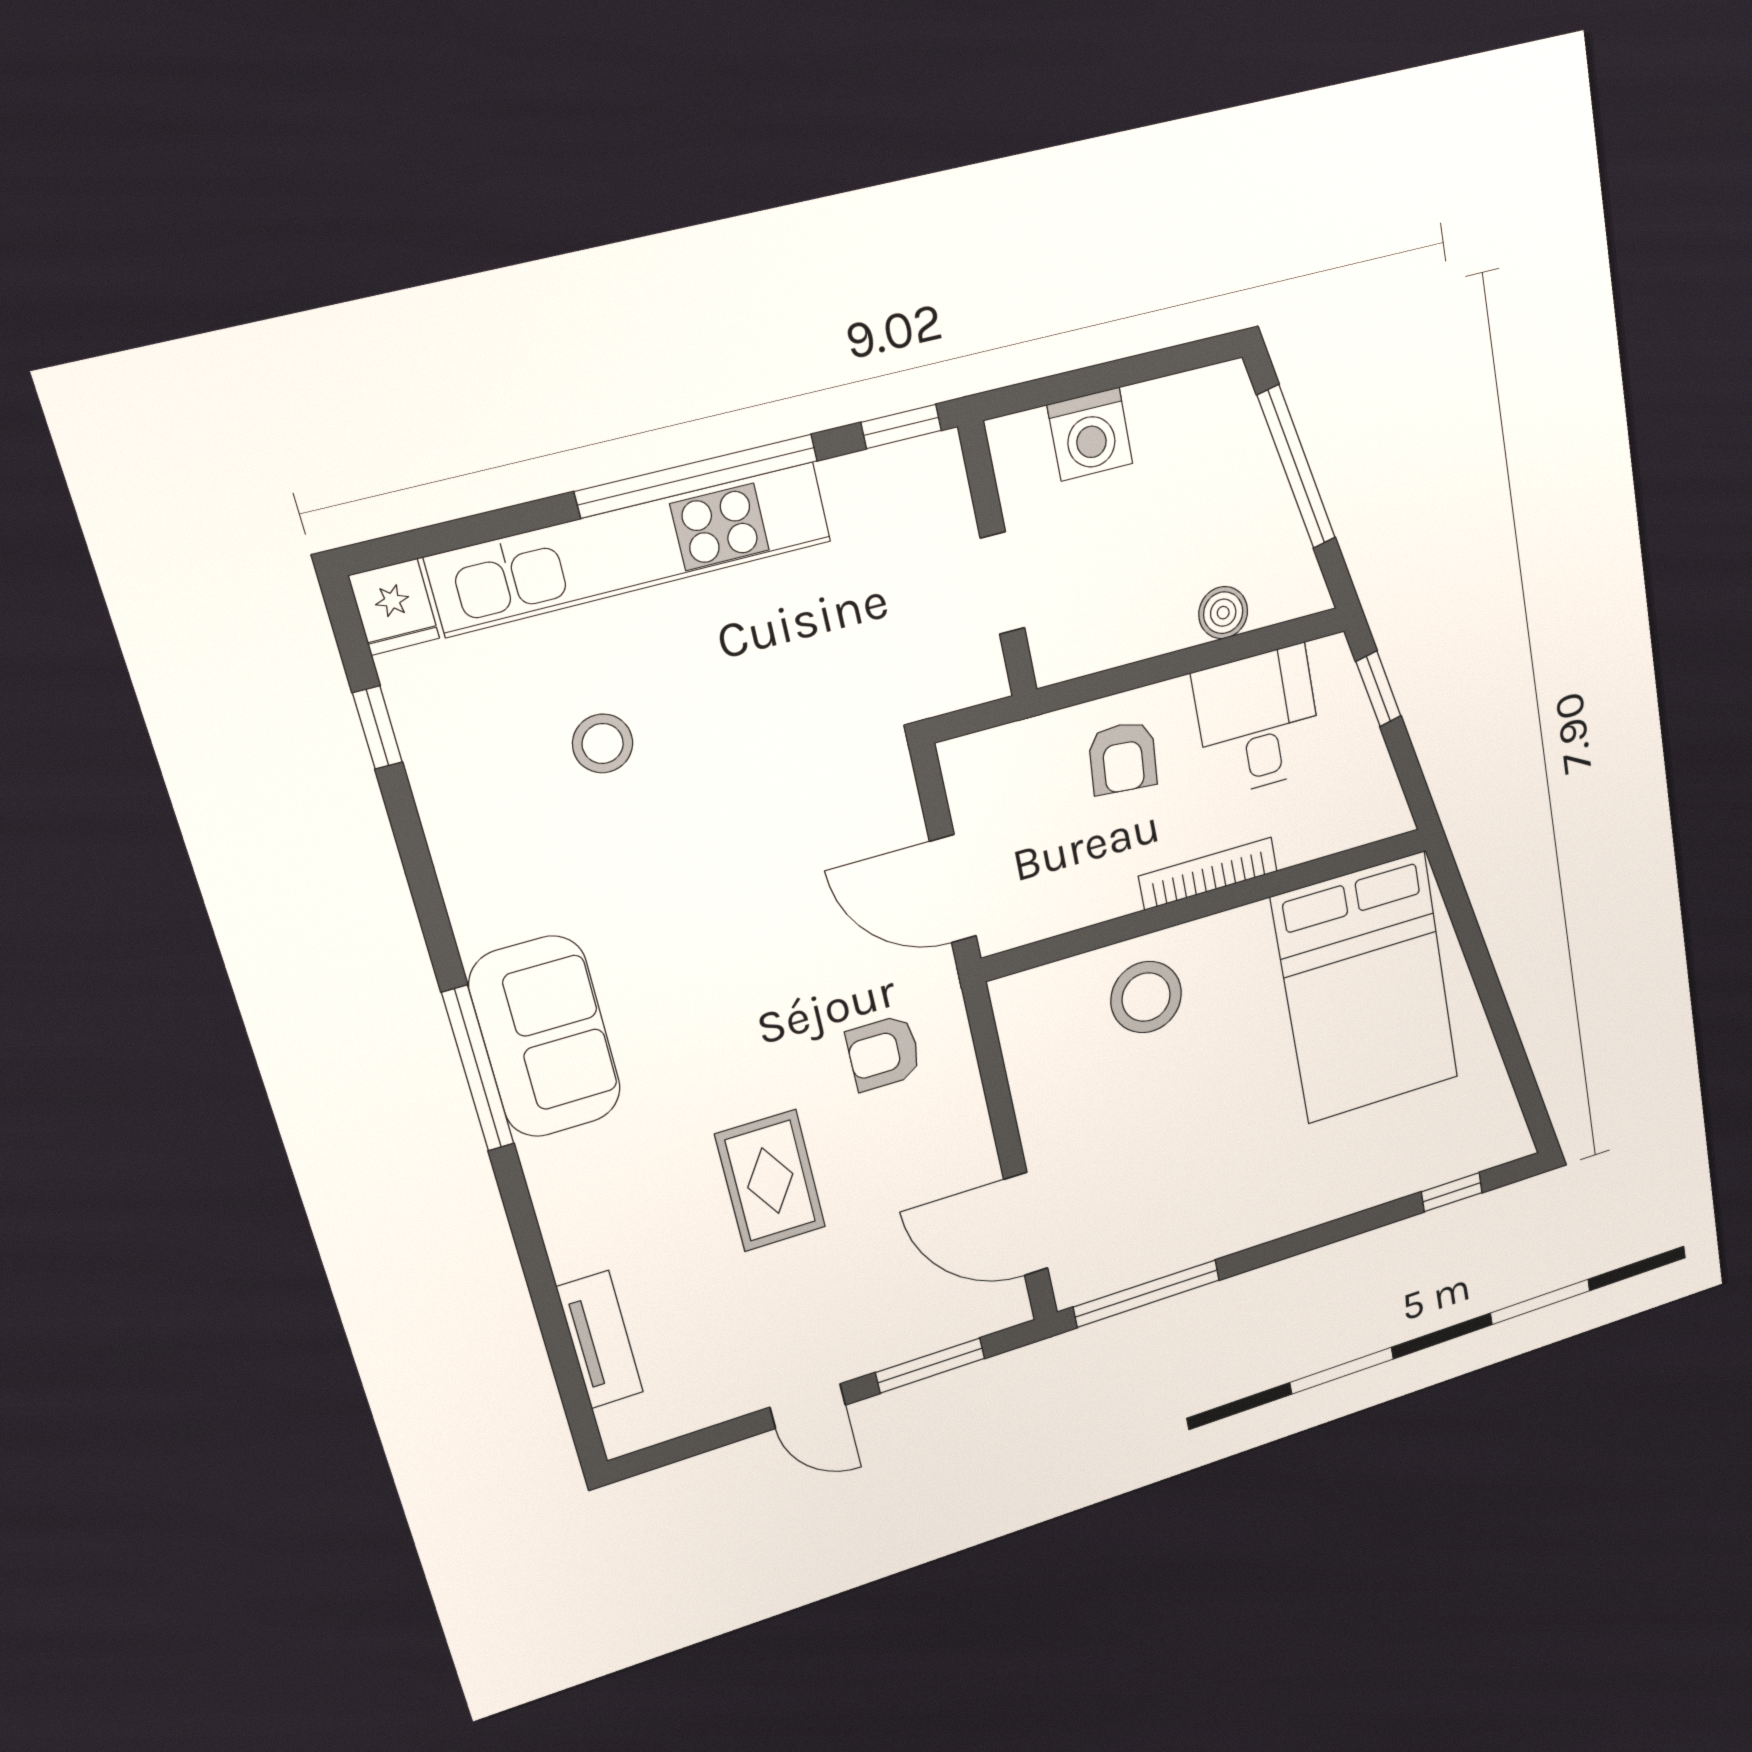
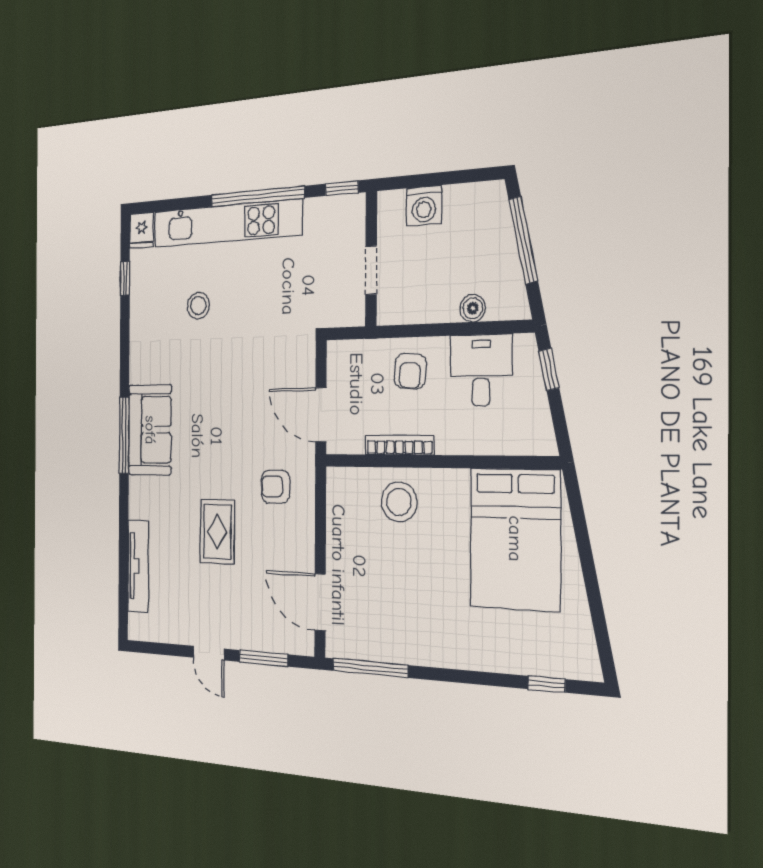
bookcase: (1208, 874) -> (399, 445), moved
tv unit: (600, 1340) -> (138, 566), width x1.41

